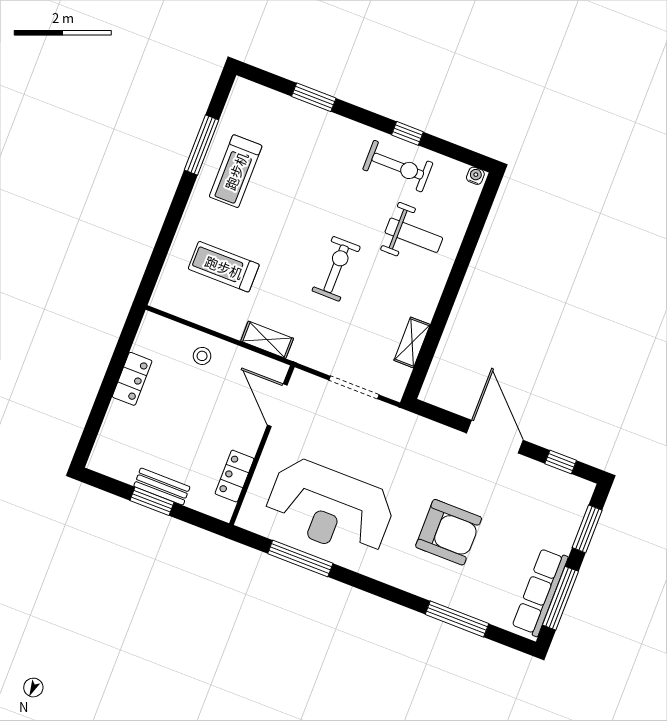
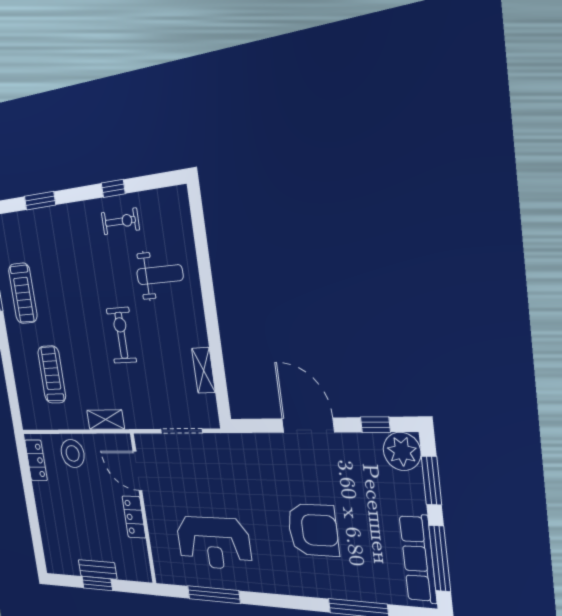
exercise bike: (398, 166) -> (120, 221), width x0.73, depth x0.72
water cooler: (475, 176) -> (178, 193), removed
treadmill: (224, 267) -> (52, 375), turned 90
stool: (202, 356) -> (73, 453), width x1.89, depth x1.89
locker: (132, 379) -> (36, 460), moved
locker: (234, 476) -> (134, 517), moved
plant: (573, 494) -> (402, 451), added
reception desk: (330, 508) -> (214, 543), width x0.74, depth x0.77

